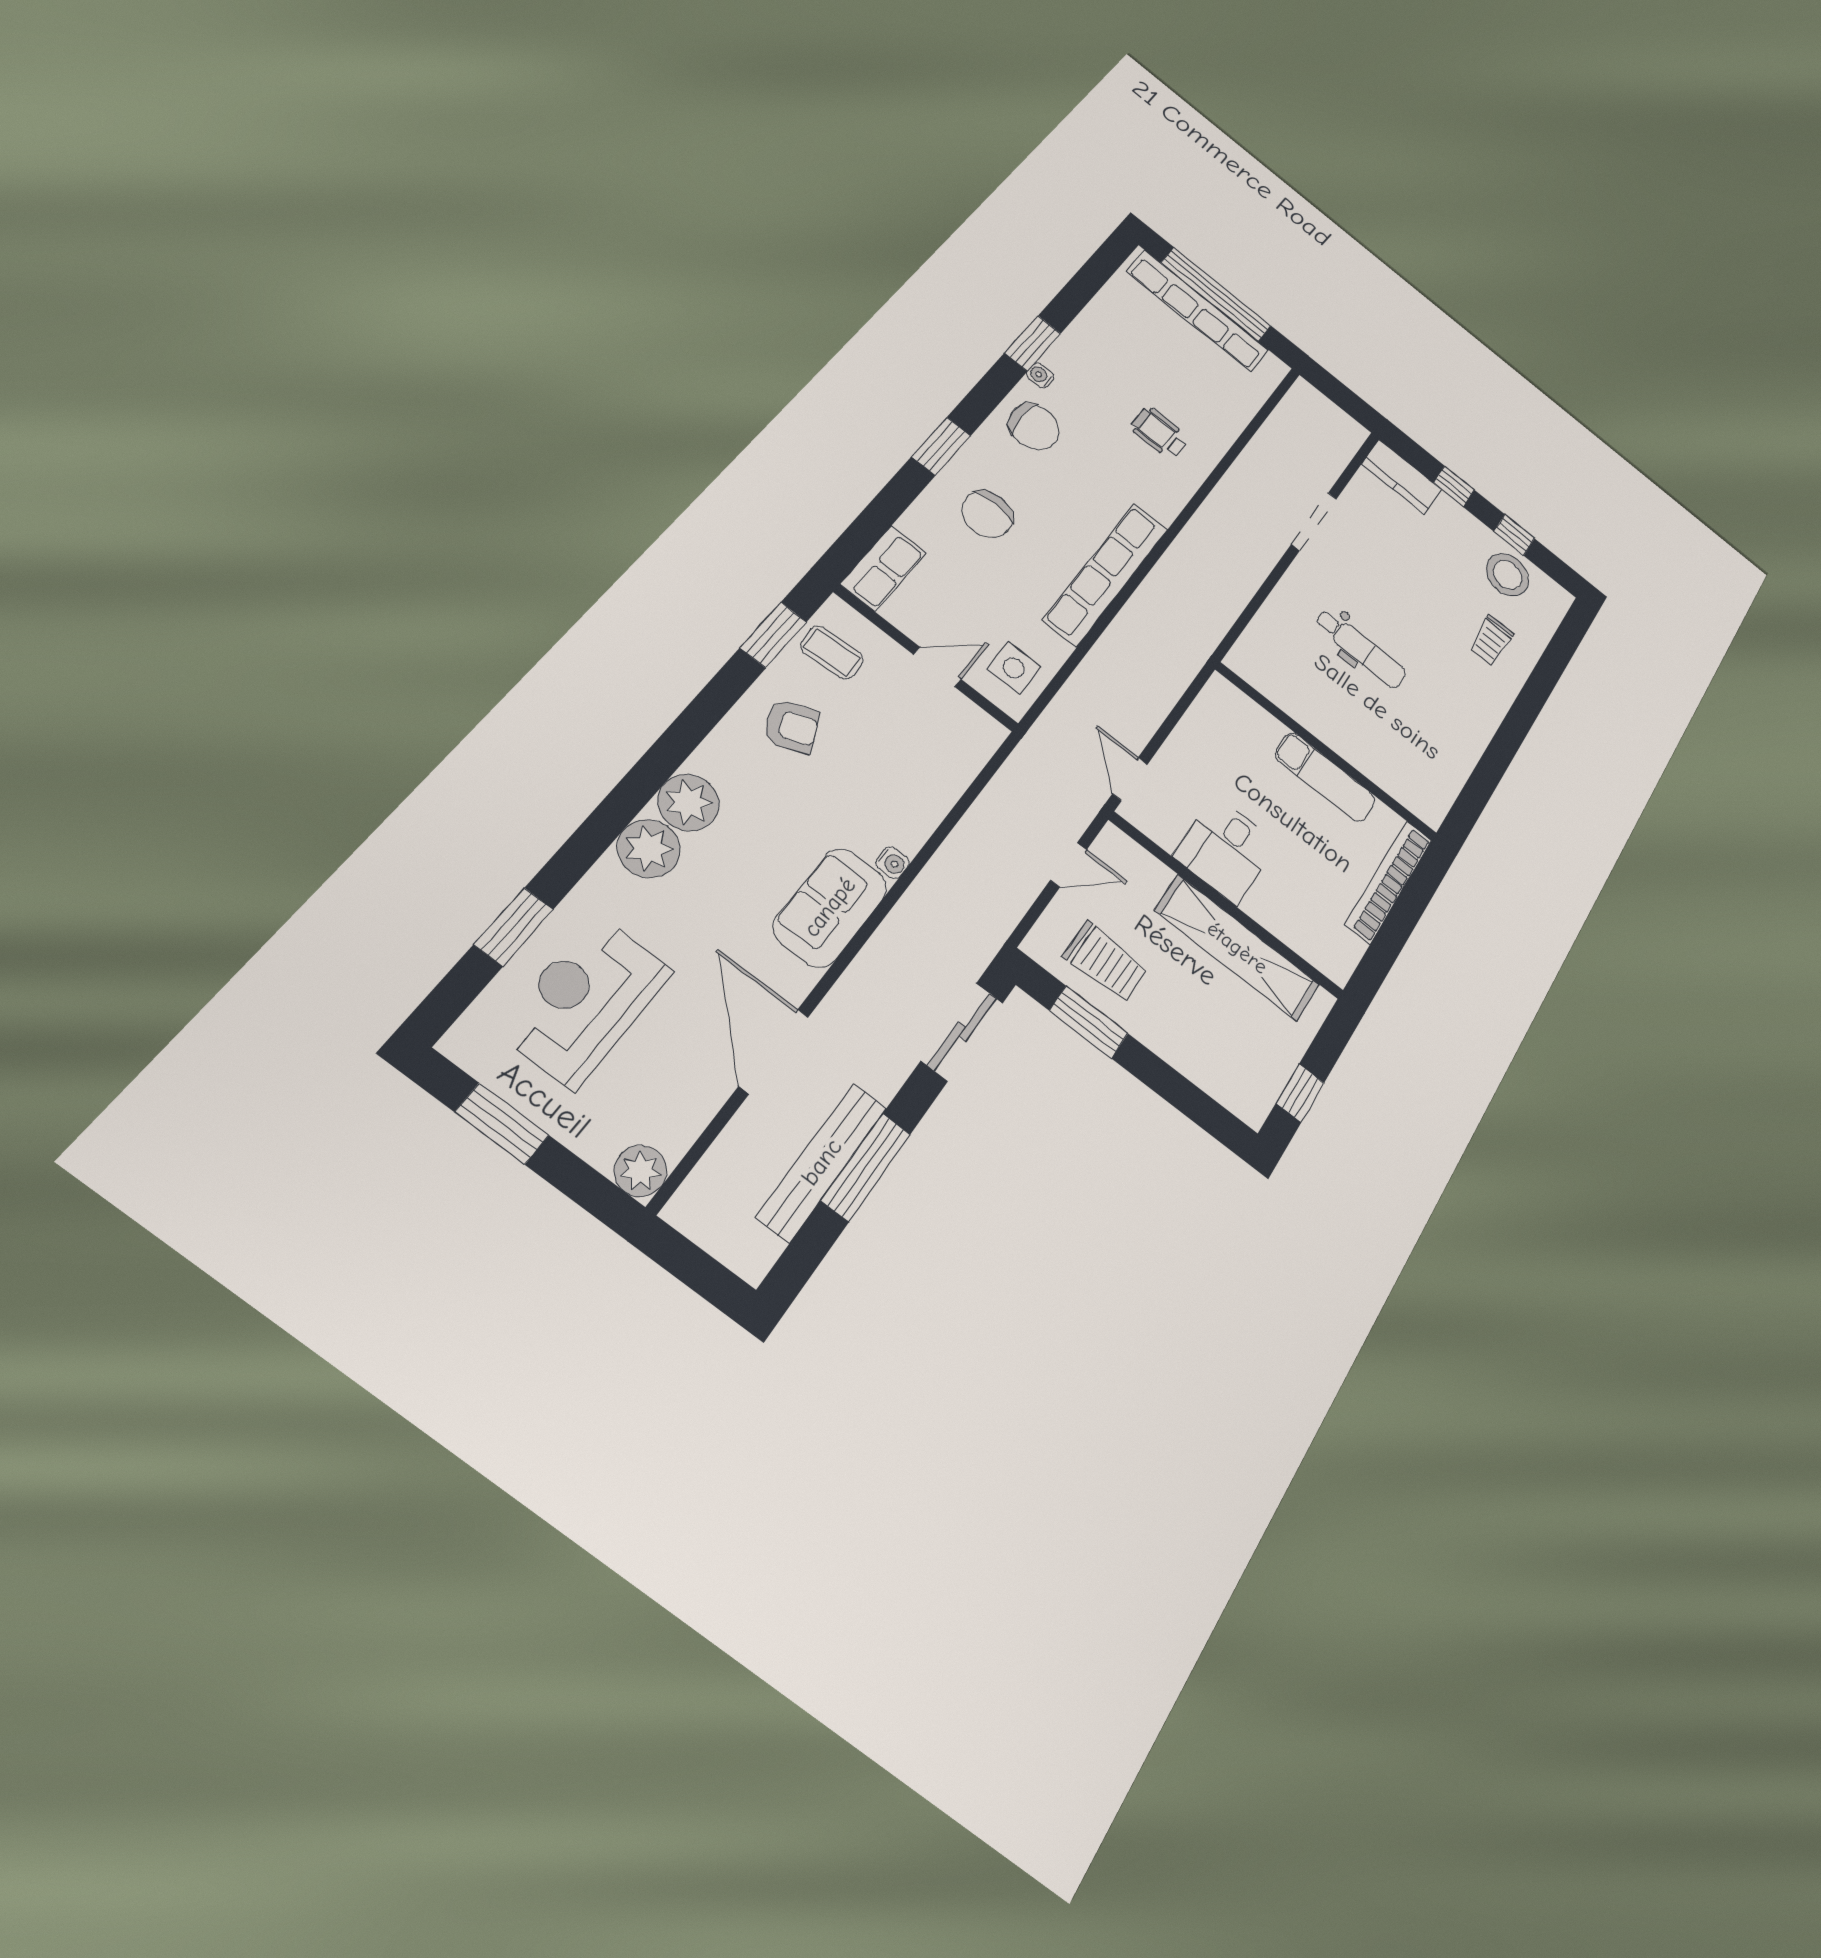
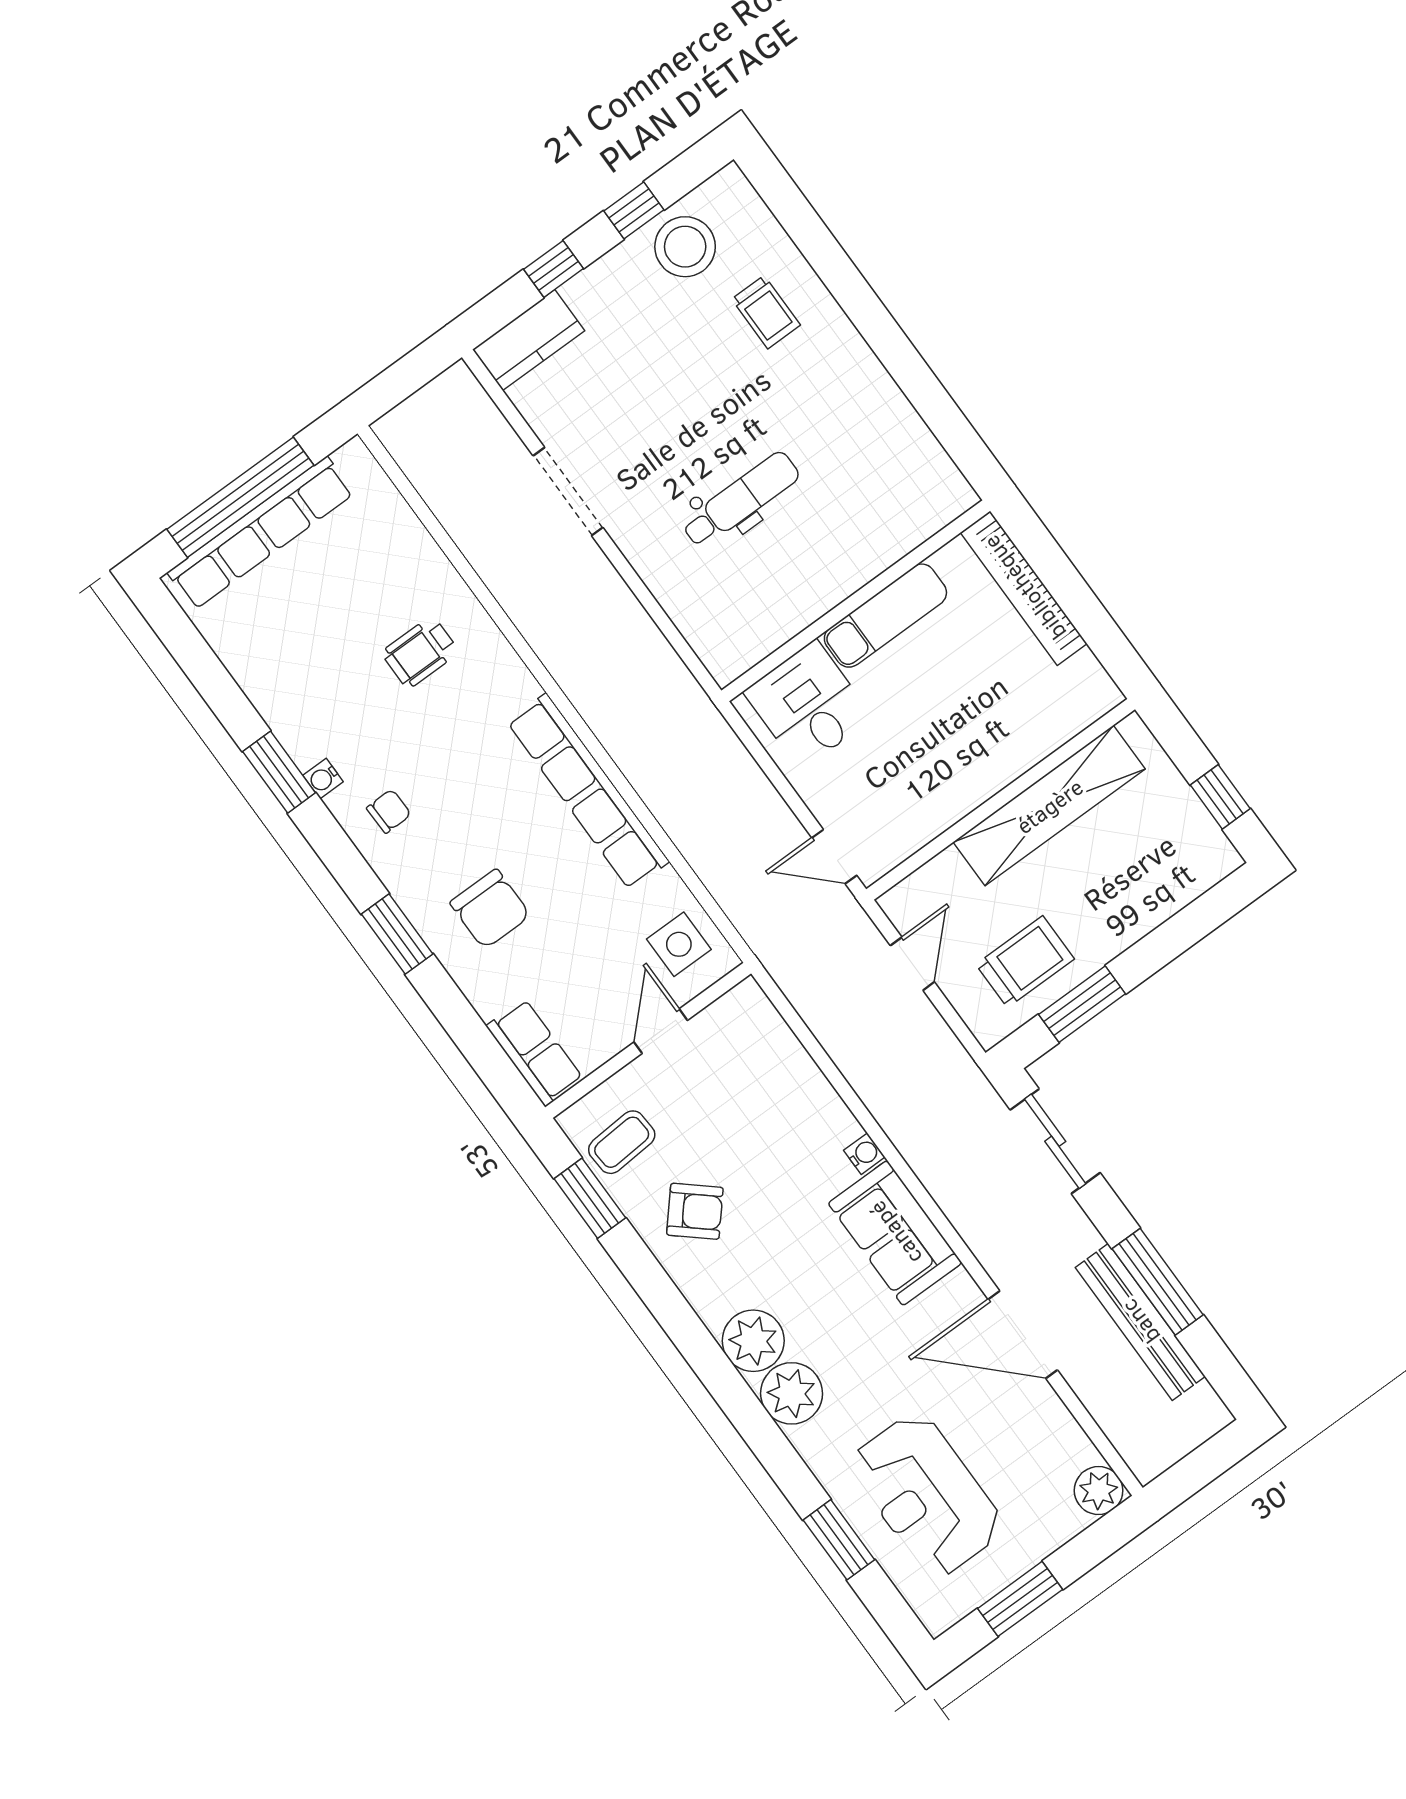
chair: (1034, 427) -> (389, 811), width x0.54, depth x0.54
armchair: (792, 726) -> (695, 1211), turned 64
desk: (1225, 850) -> (808, 705), moved, turned 180

